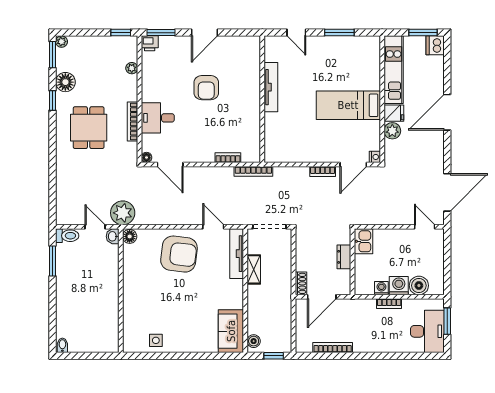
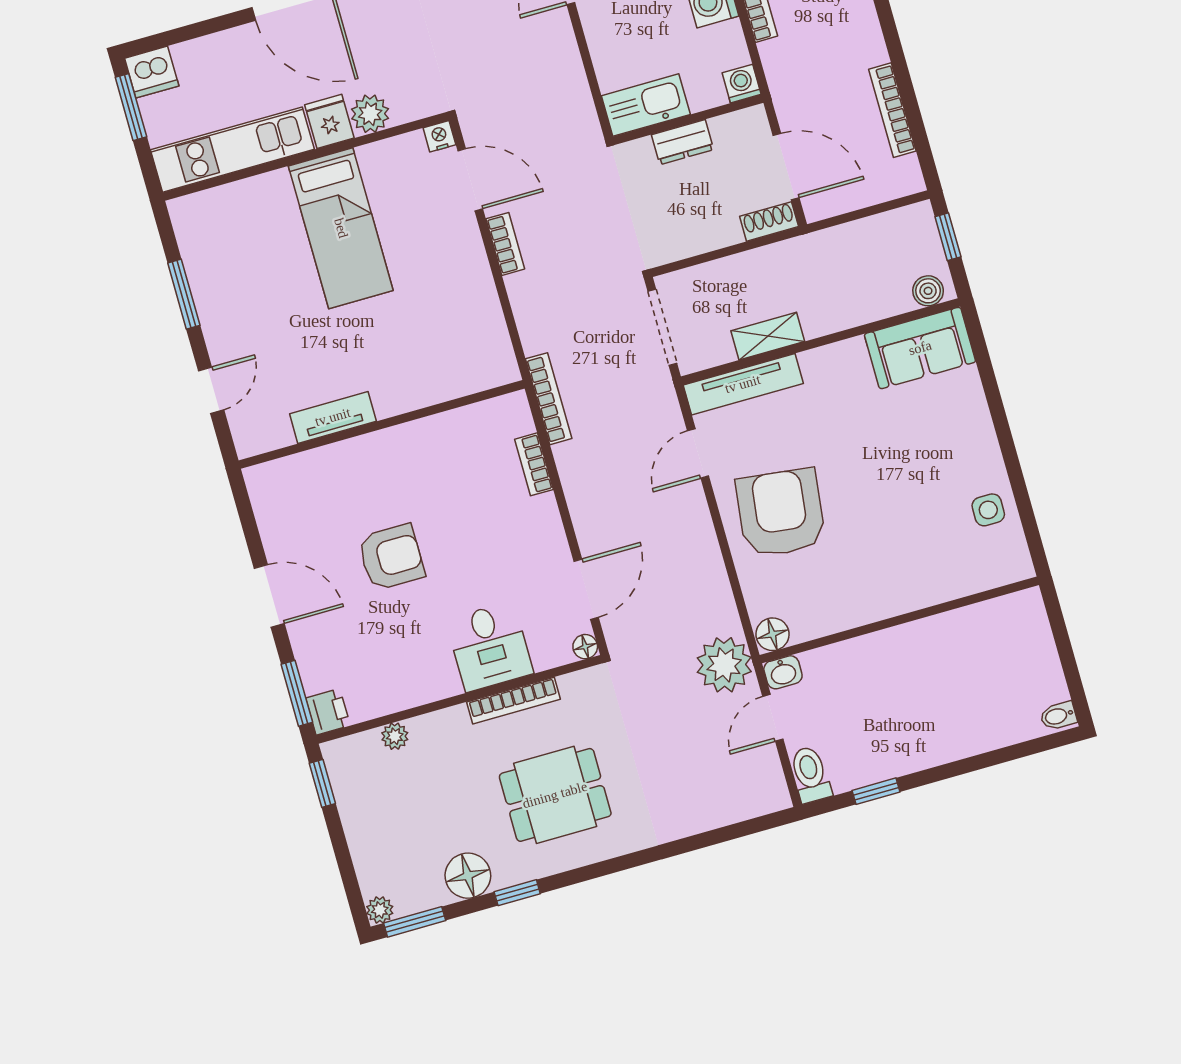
tv unit: (271, 87) -> (333, 417), width x0.71
kitchen sink: (364, 241) -> (646, 105), width x1.38
window: (53, 261) -> (876, 791), width x0.67
washing machine: (381, 288) -> (742, 84), moved, turned 90

